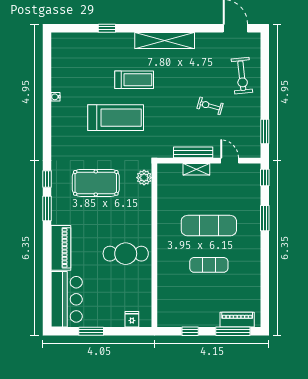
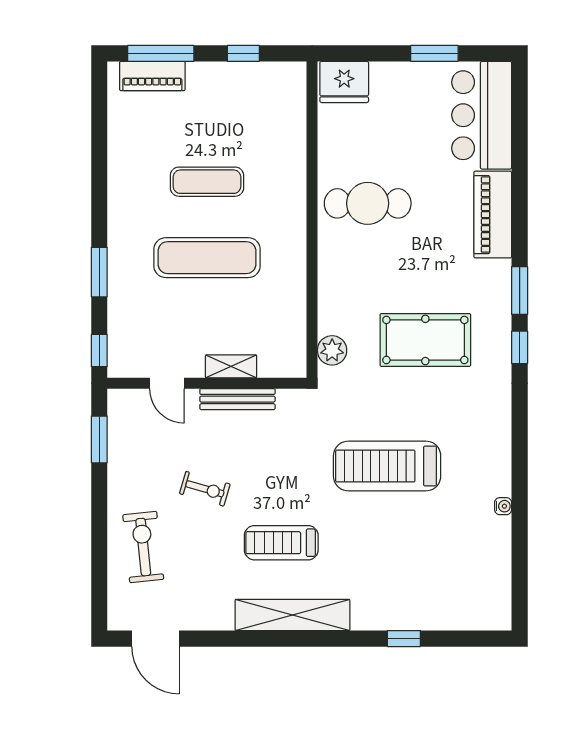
treadmill: (134, 80) -> (281, 543), moved
fridge: (132, 319) -> (344, 82), width x1.88, depth x1.34

